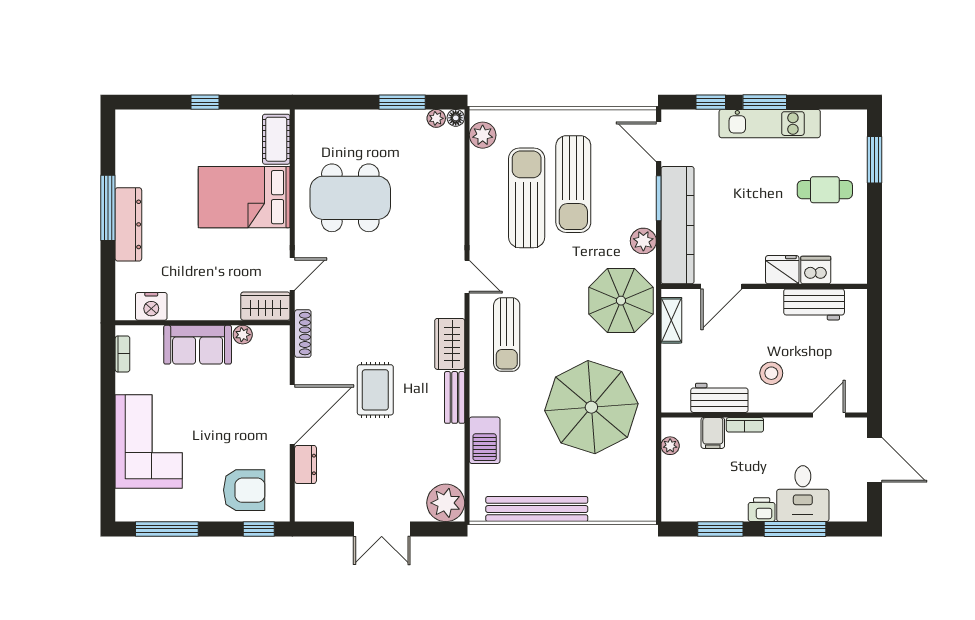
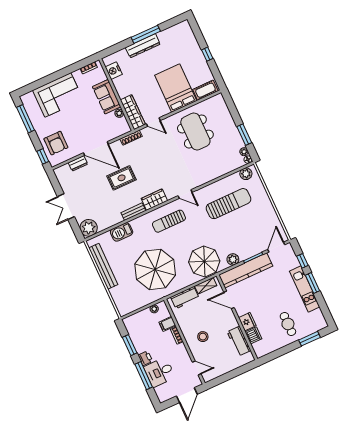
sun lounger: (573, 184) -> (243, 220), removed
door: (467, 277) -> (185, 194), hinge flipped
wardrobe: (265, 306) -> (133, 112), width x1.50
workbench: (719, 398) -> (185, 298), moved, turned 90

